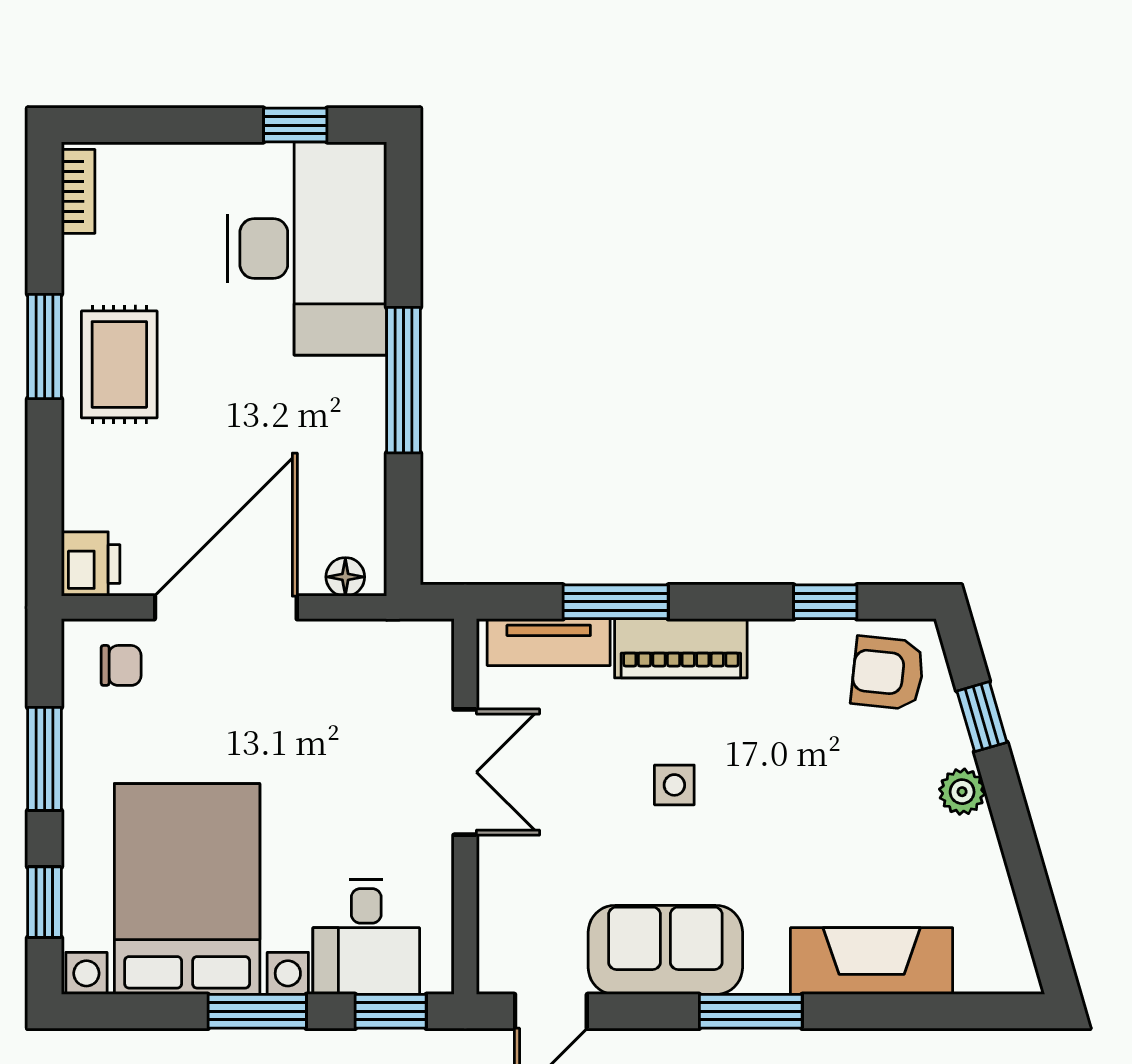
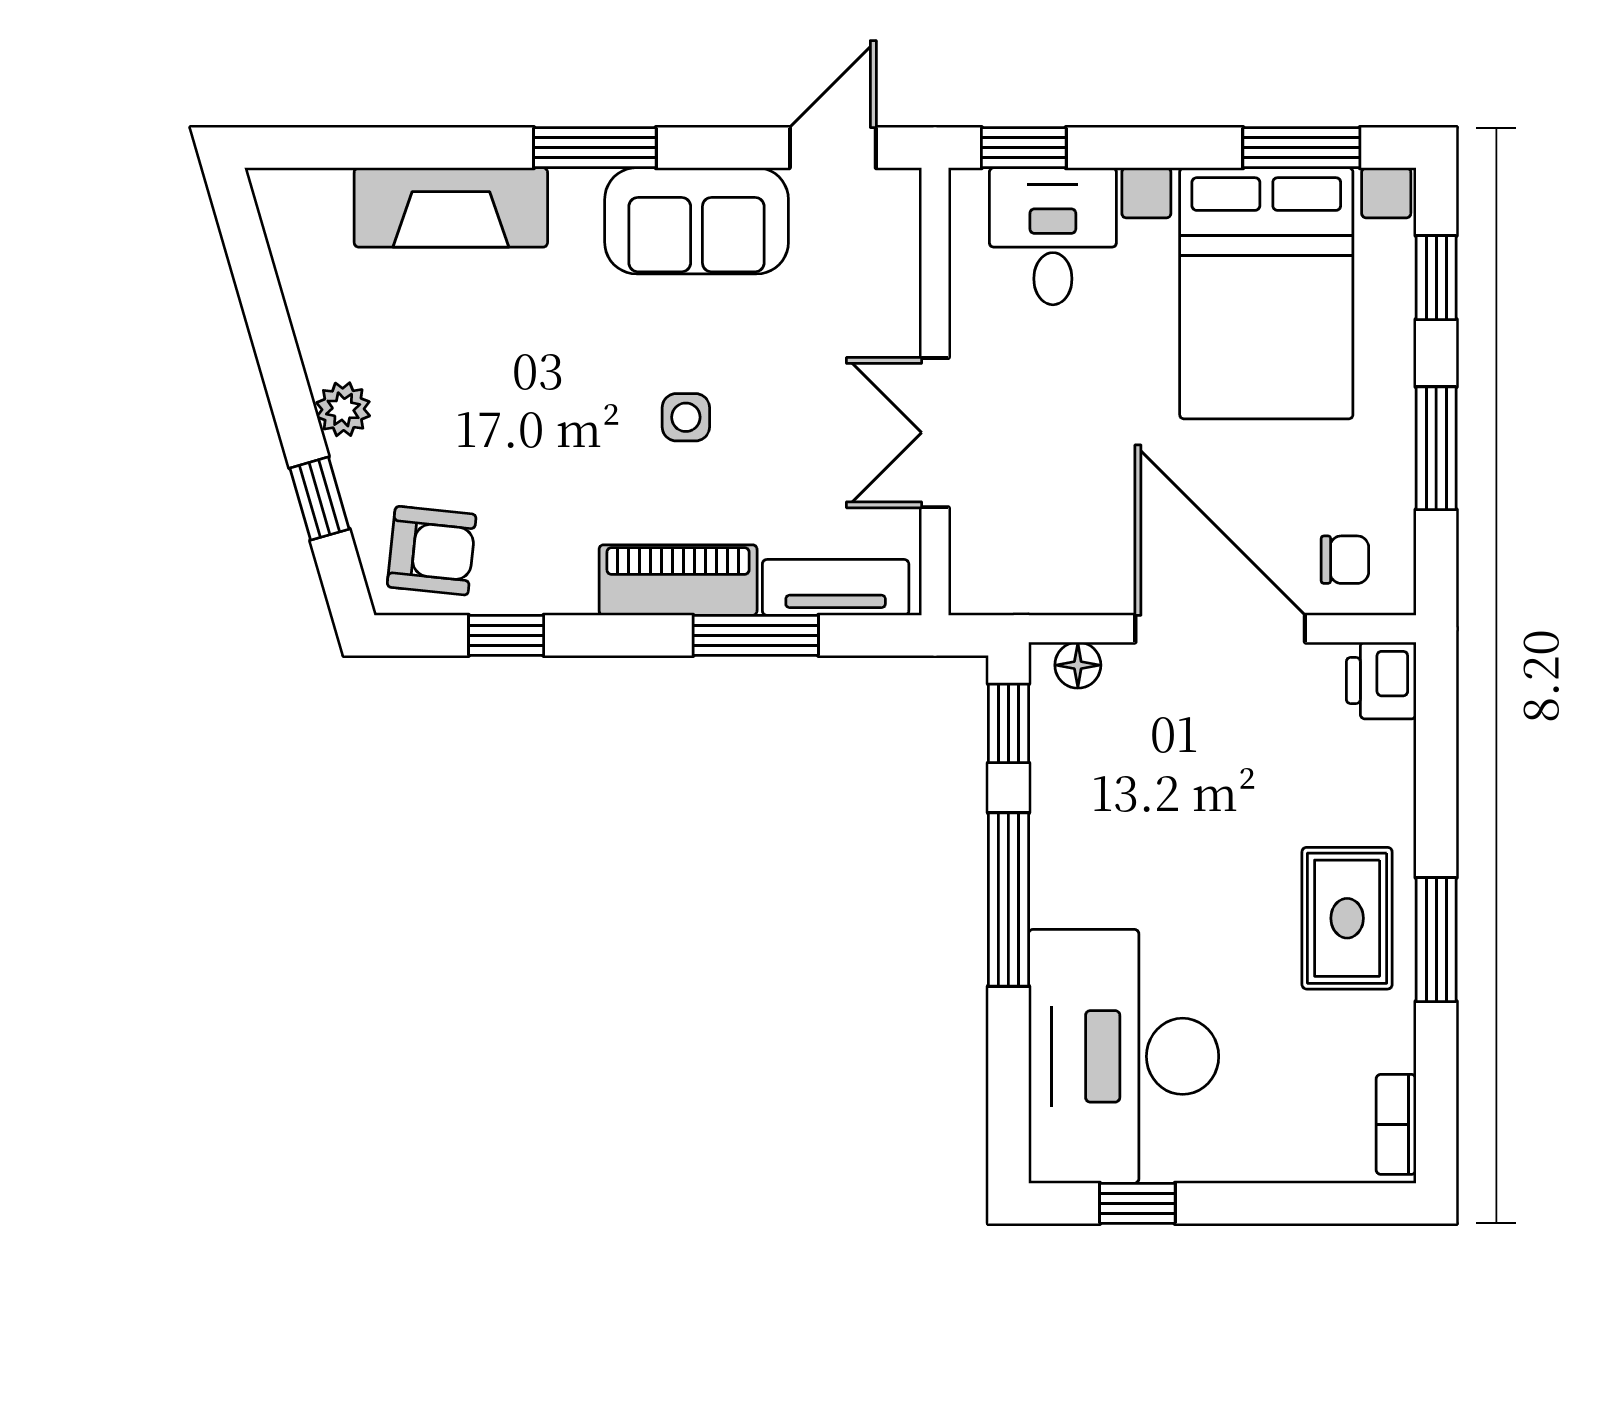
window: (404, 528) -> (1008, 723), added
door: (226, 607) -> (1220, 629), swing flipped
chair: (121, 665) -> (1345, 560), turned 180
window: (257, 1011) -> (1301, 148), moved

